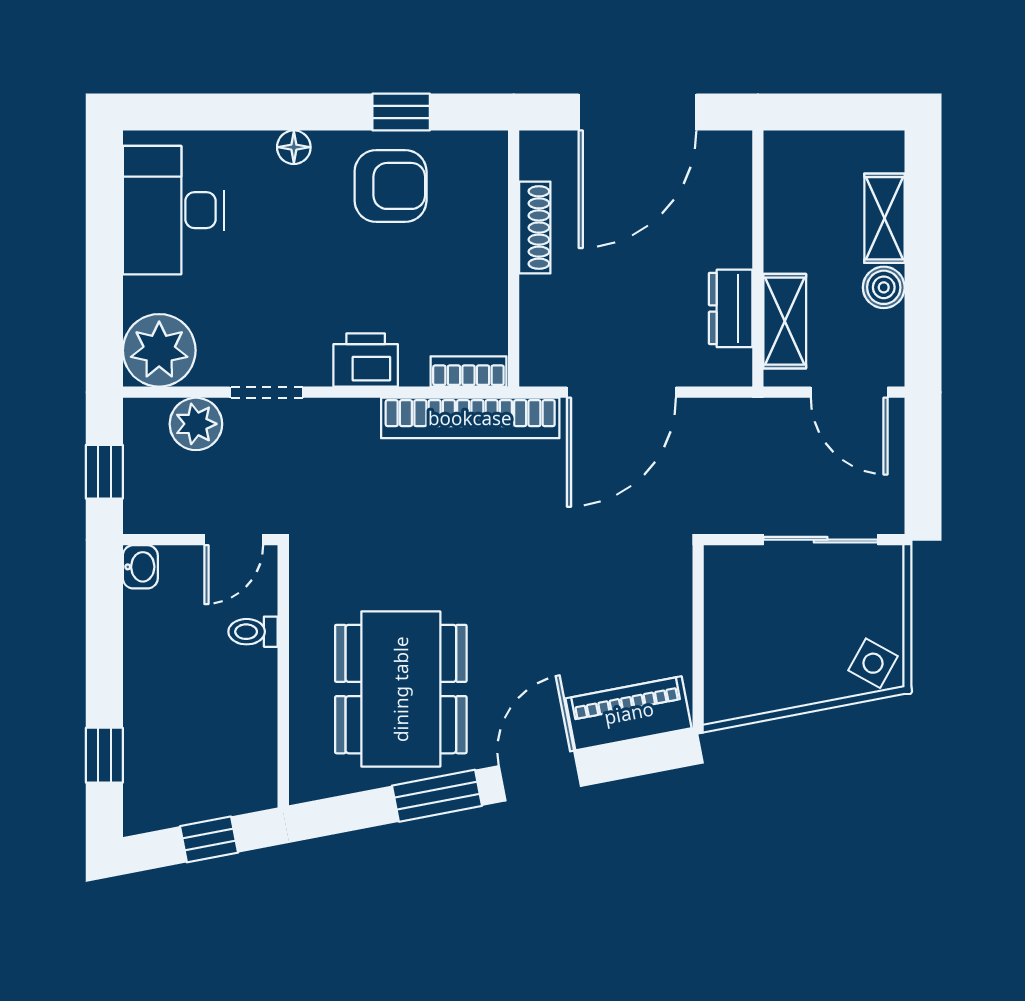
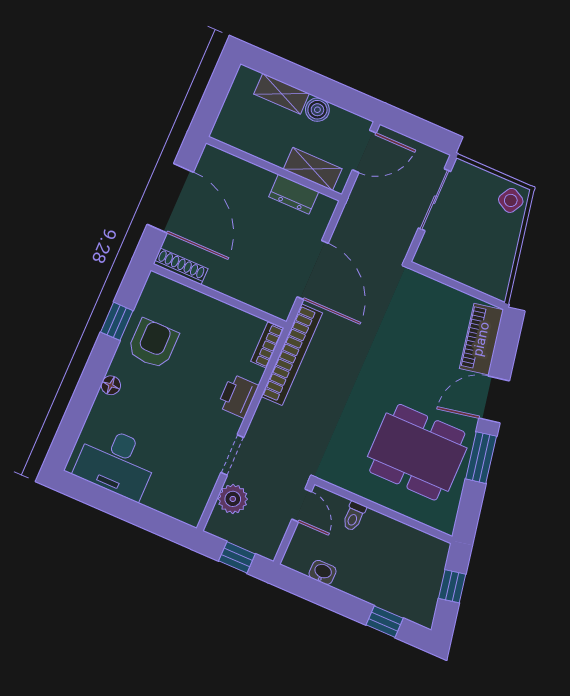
shoe rack: (535, 228) -> (181, 266), moved
plant: (159, 350) -> (186, 501), removed
washbasin: (140, 567) -> (323, 572), moved
door: (540, 776) -> (494, 399), hinge flipped

